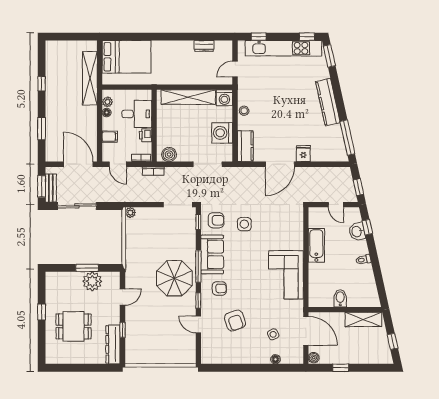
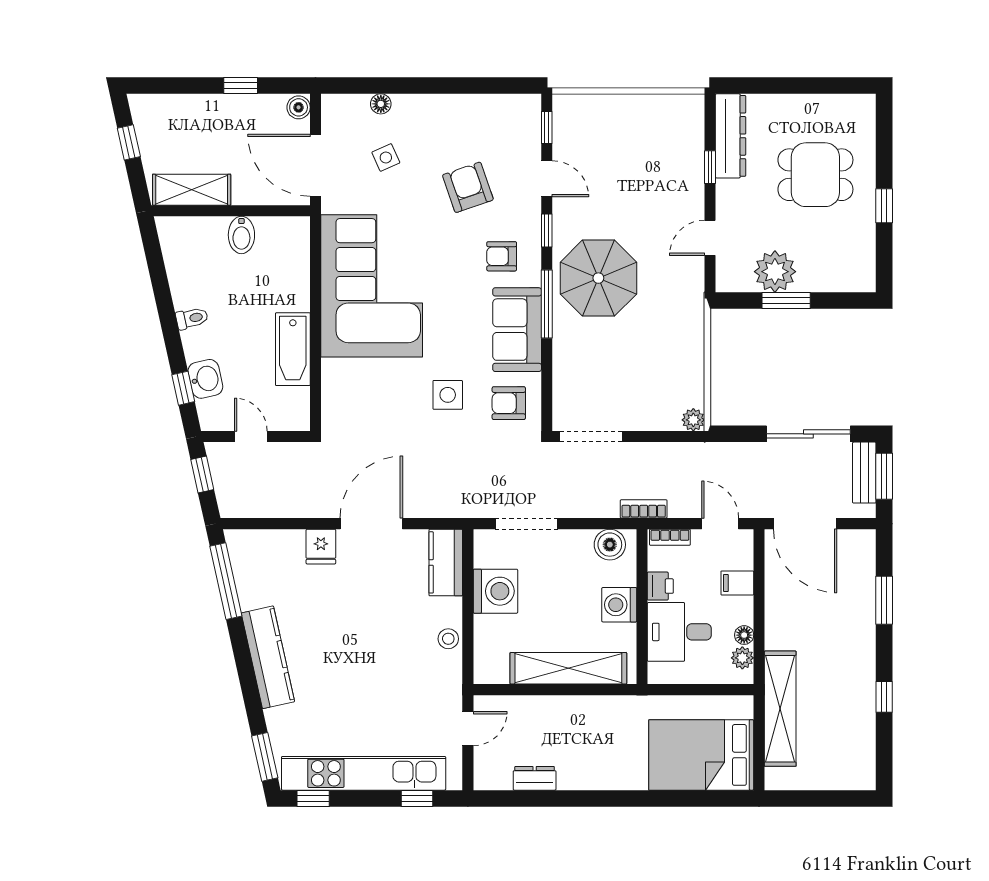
washing machine: (224, 98) -> (619, 605), moved, turned -90
window: (198, 222) -> (547, 128), moved
corner sofa: (286, 275) -> (372, 286), width x1.36, depth x1.36

